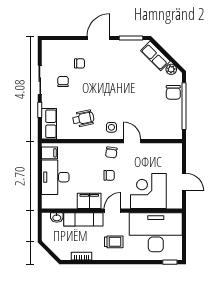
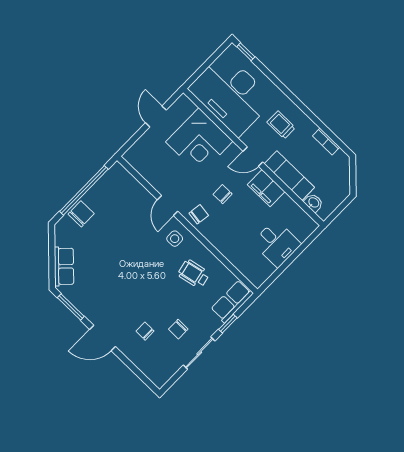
plant: (171, 69) -> (61, 238), removed
filing cabinet: (50, 153) -> (259, 273), removed
desk: (55, 177) -> (277, 243), width x0.73

